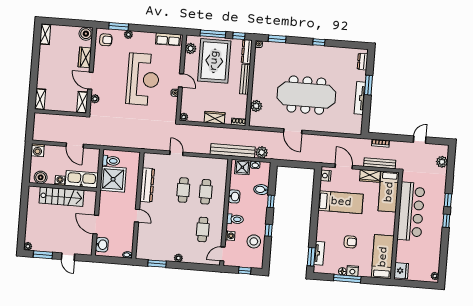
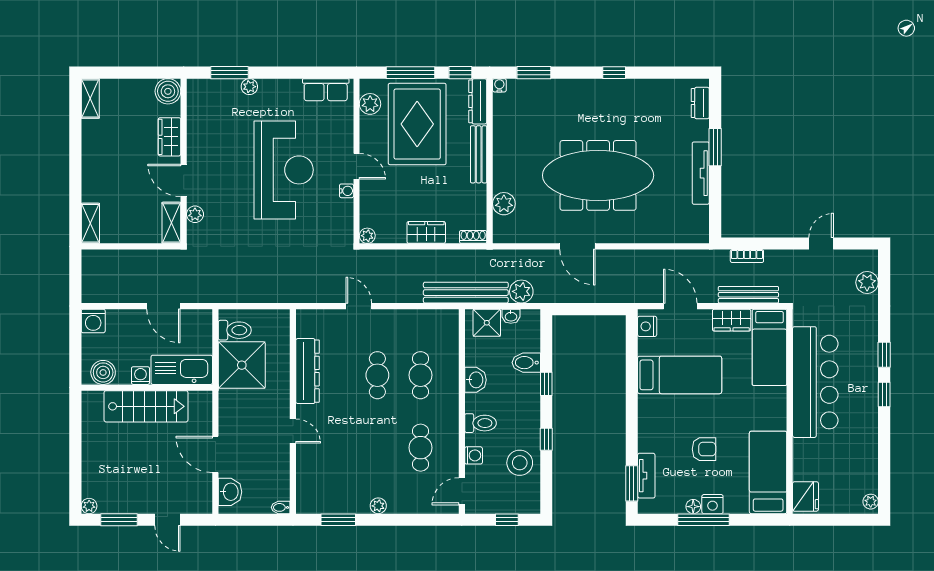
armchair: (106, 40) -> (207, 100), removed

